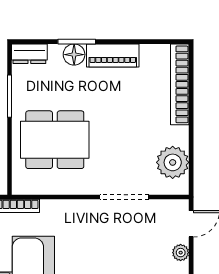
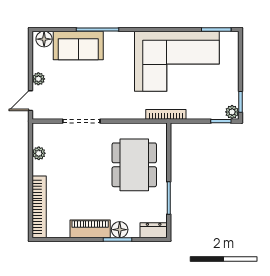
dining table: (55, 140) -> (134, 165), turned 90
plant: (173, 162) -> (39, 153), width x0.53, depth x0.53

